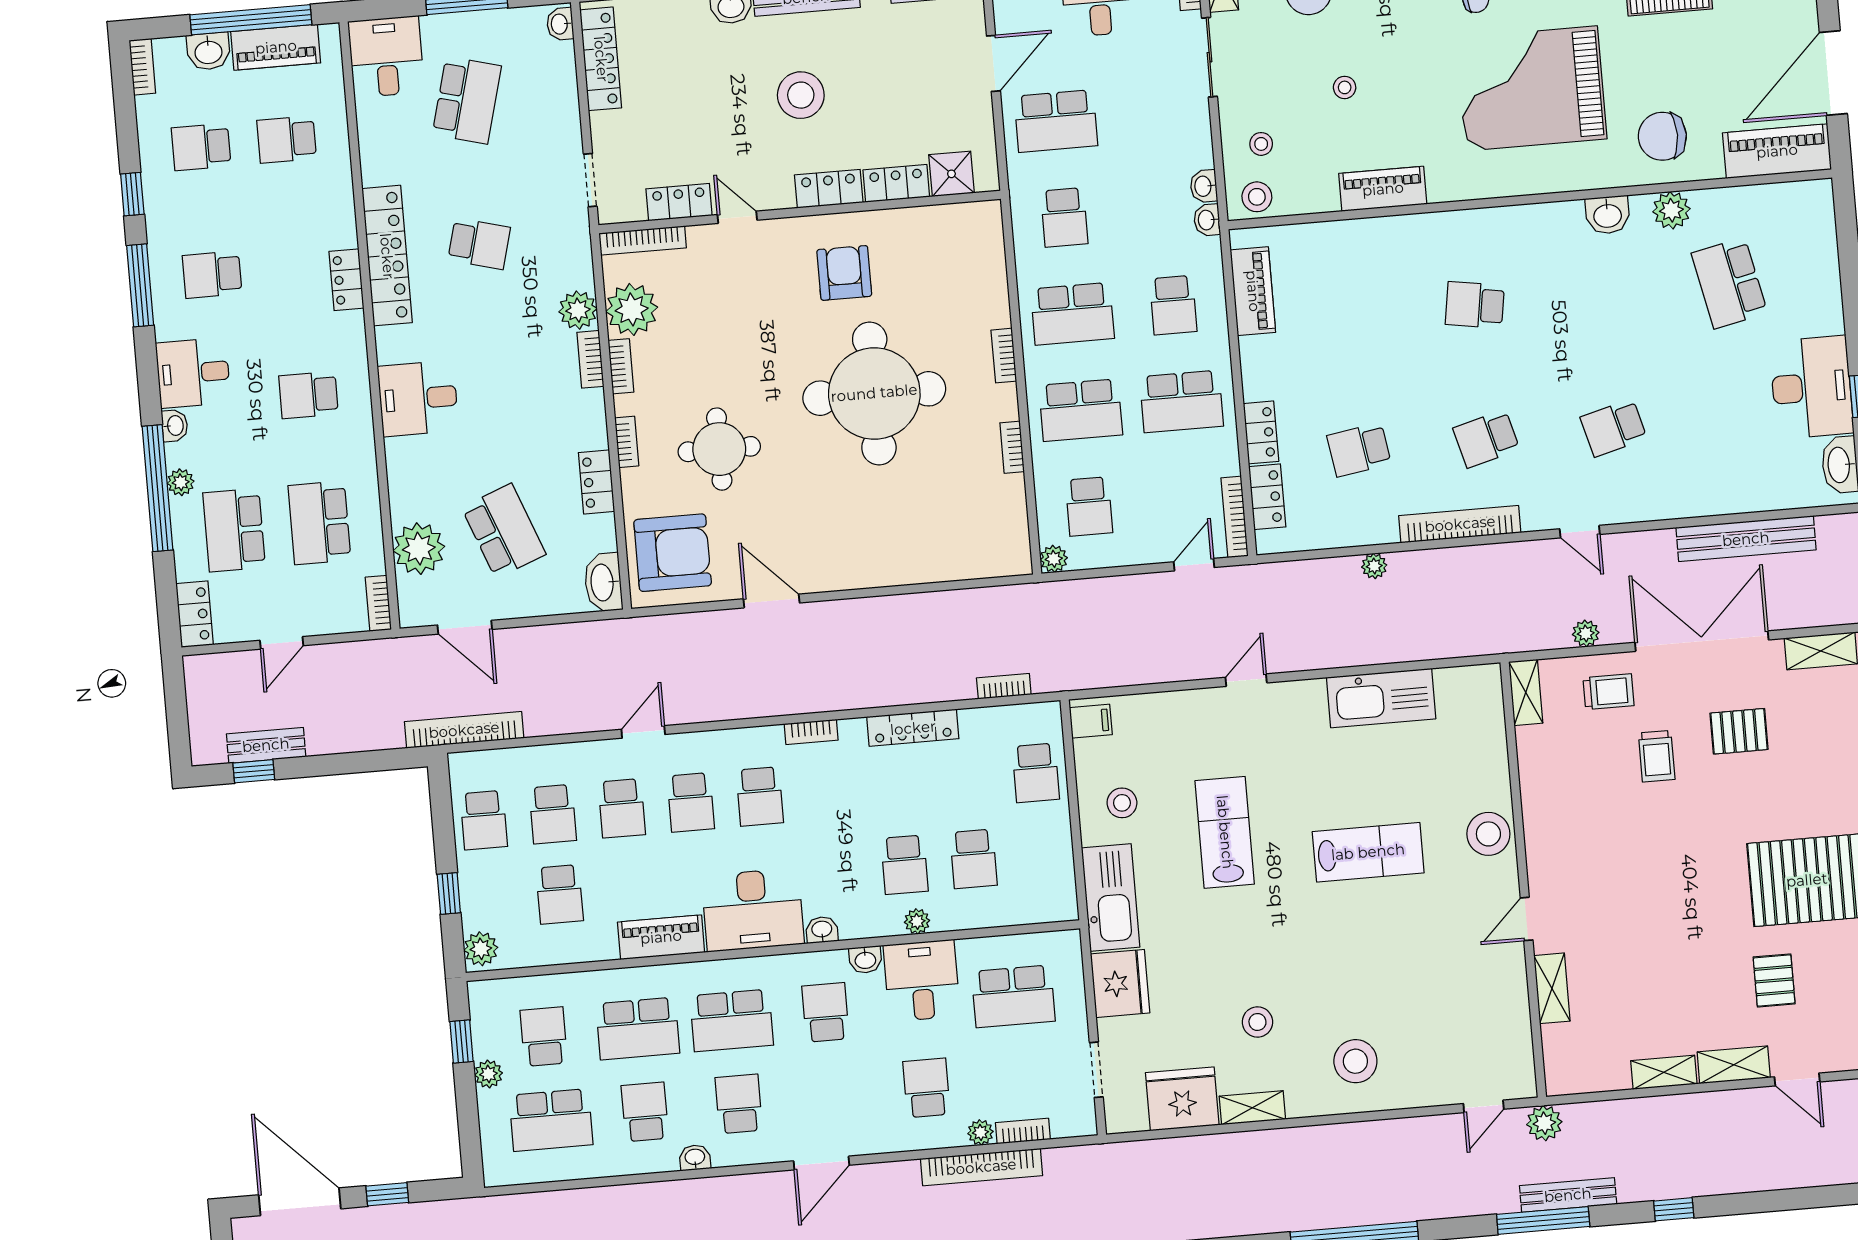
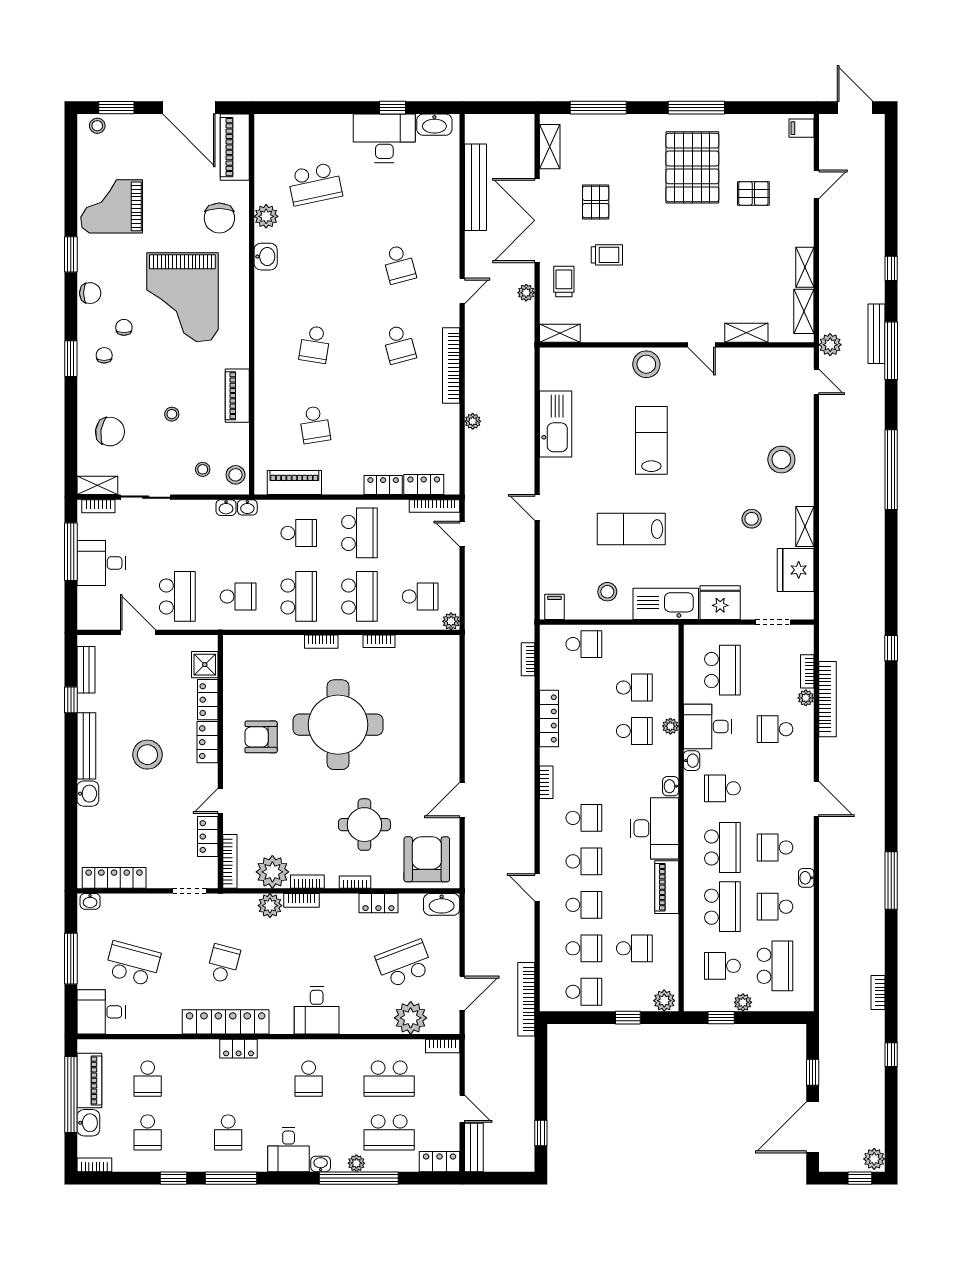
school desk: (1359, 450) -> (315, 425), moved
bench: (266, 745) -> (474, 1147), moved
shelving: (1734, 1065) -> (804, 311), moved

